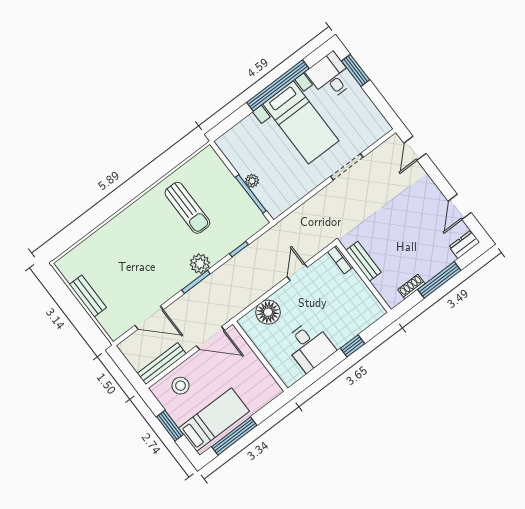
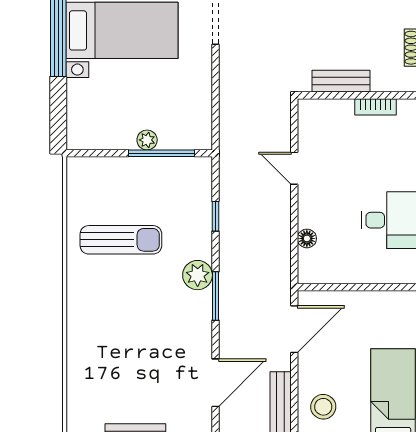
bookcase: (340, 259) -> (375, 107), moved
floor lamp: (268, 312) -> (307, 238), width x0.53, depth x0.53

